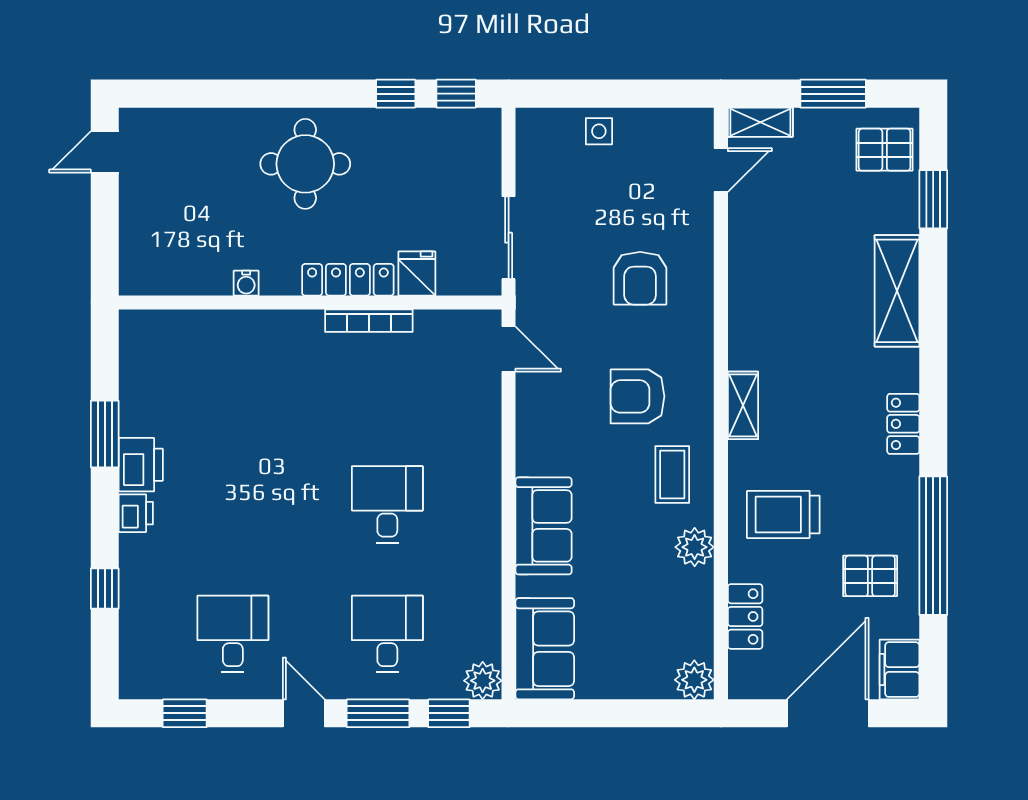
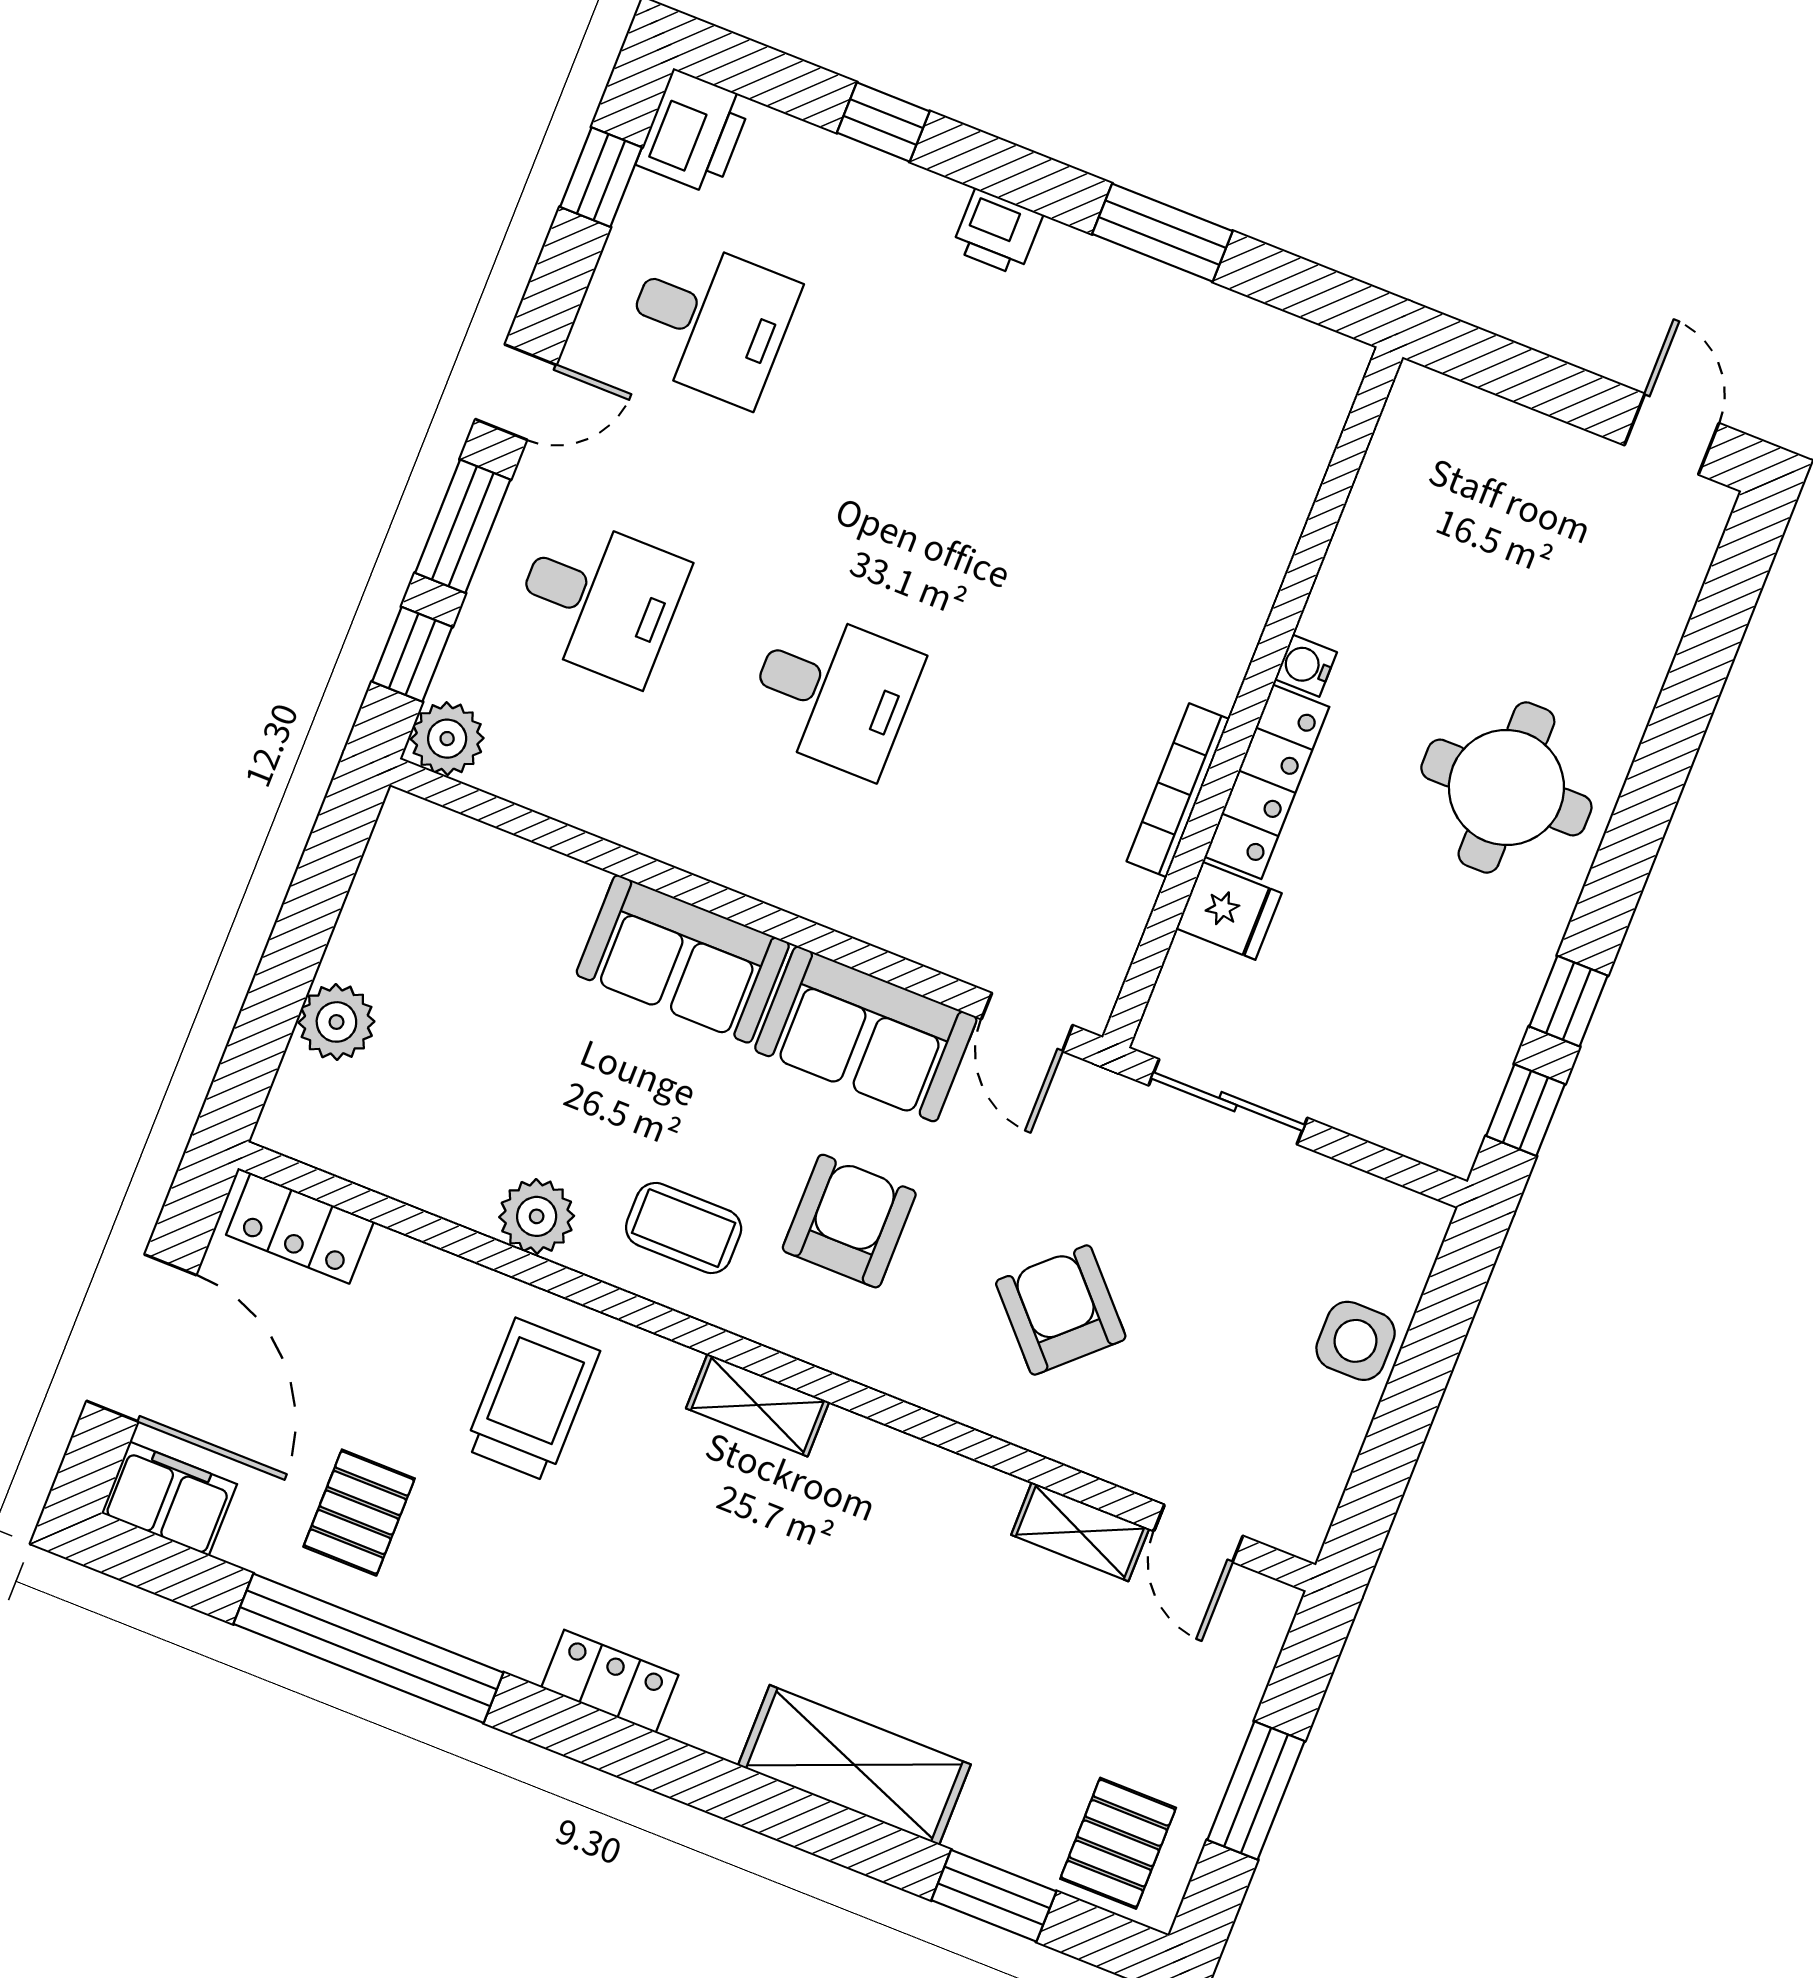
shelving: (760, 122) -> (1080, 1532), moved, turned 90
side table: (599, 131) -> (1356, 1341), width x1.37, depth x1.37
armchair: (640, 278) -> (1061, 1310), turned 47
water cooler: (246, 283) -> (1306, 666), moved
door: (509, 349) -> (1027, 1022), hinge flipped
printer: (141, 465) -> (694, 132), moved, turned -90
locker: (745, 616) -> (300, 1228), moved
sofa: (545, 649) -> (866, 1034), moved
plant: (694, 680) -> (336, 1022), moved

